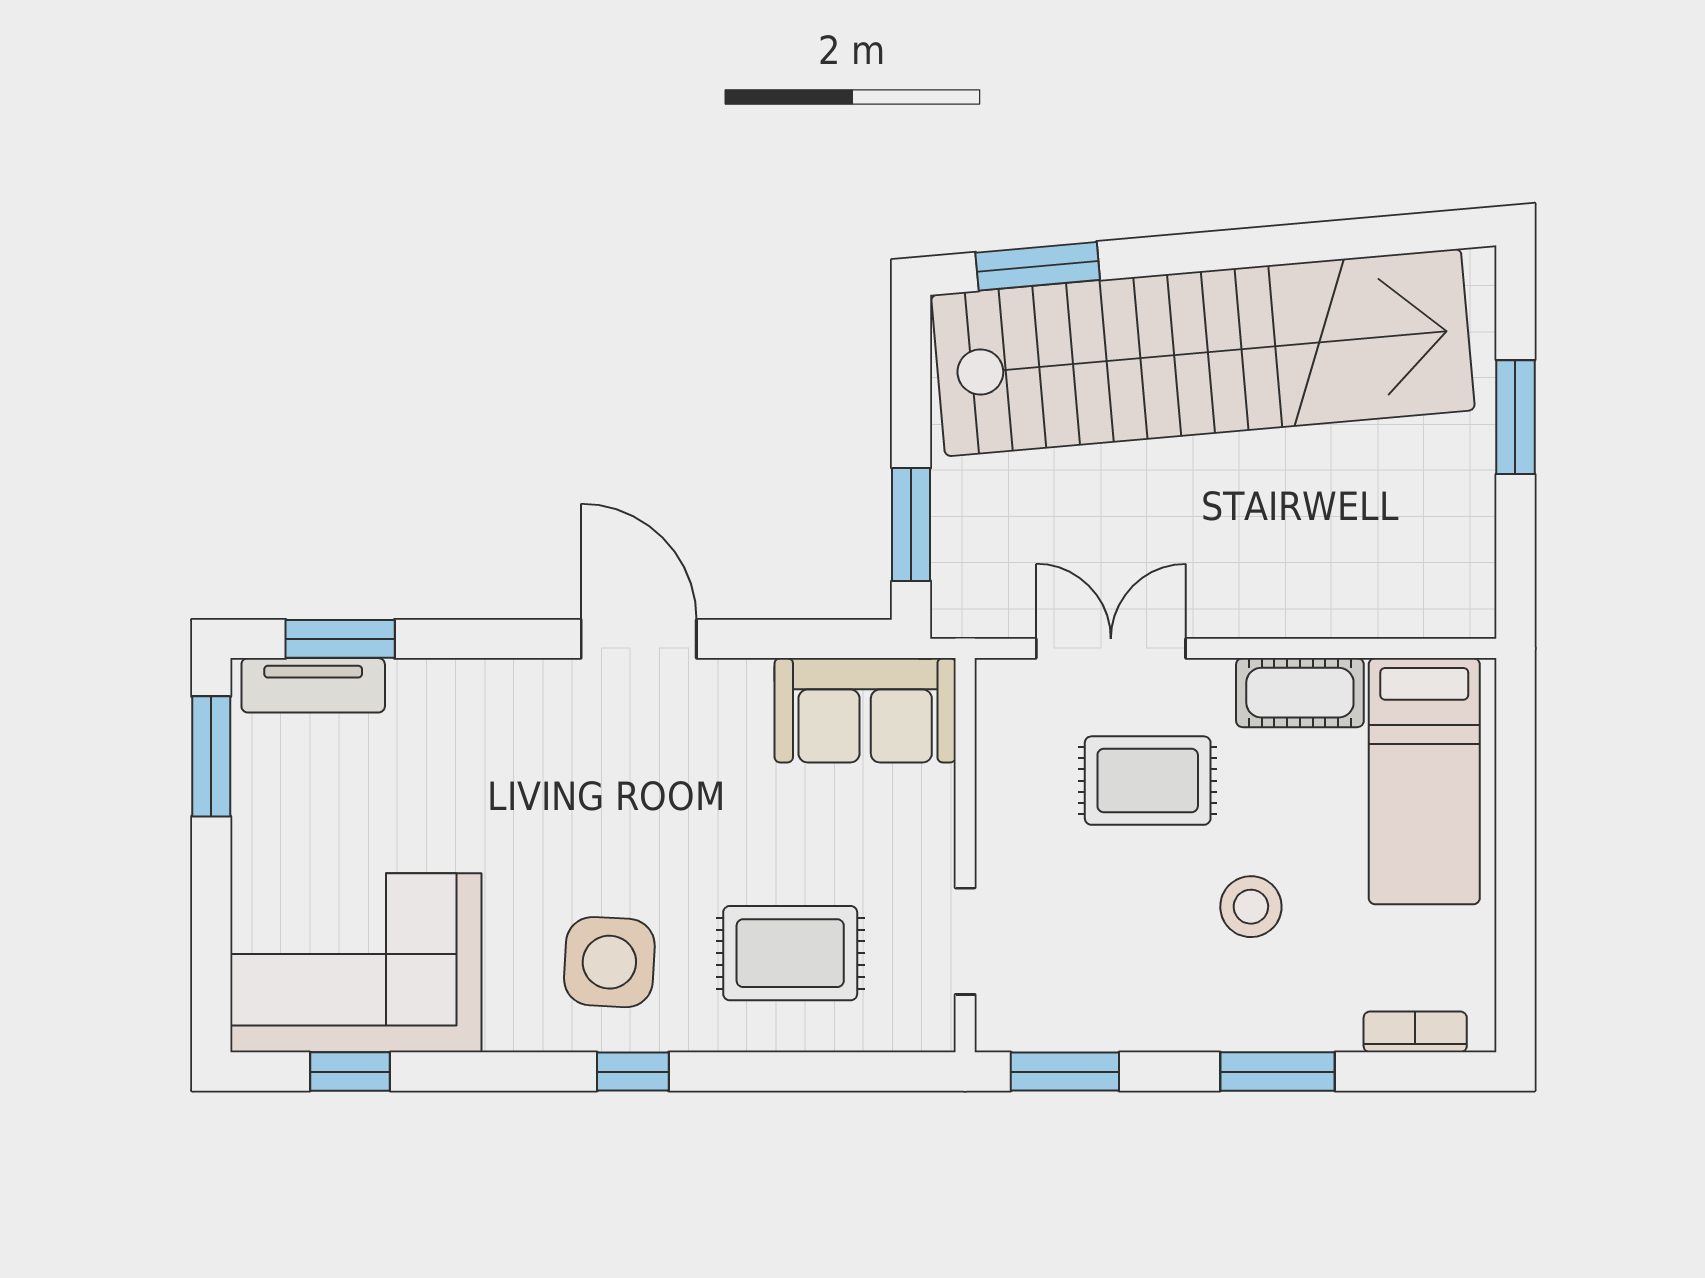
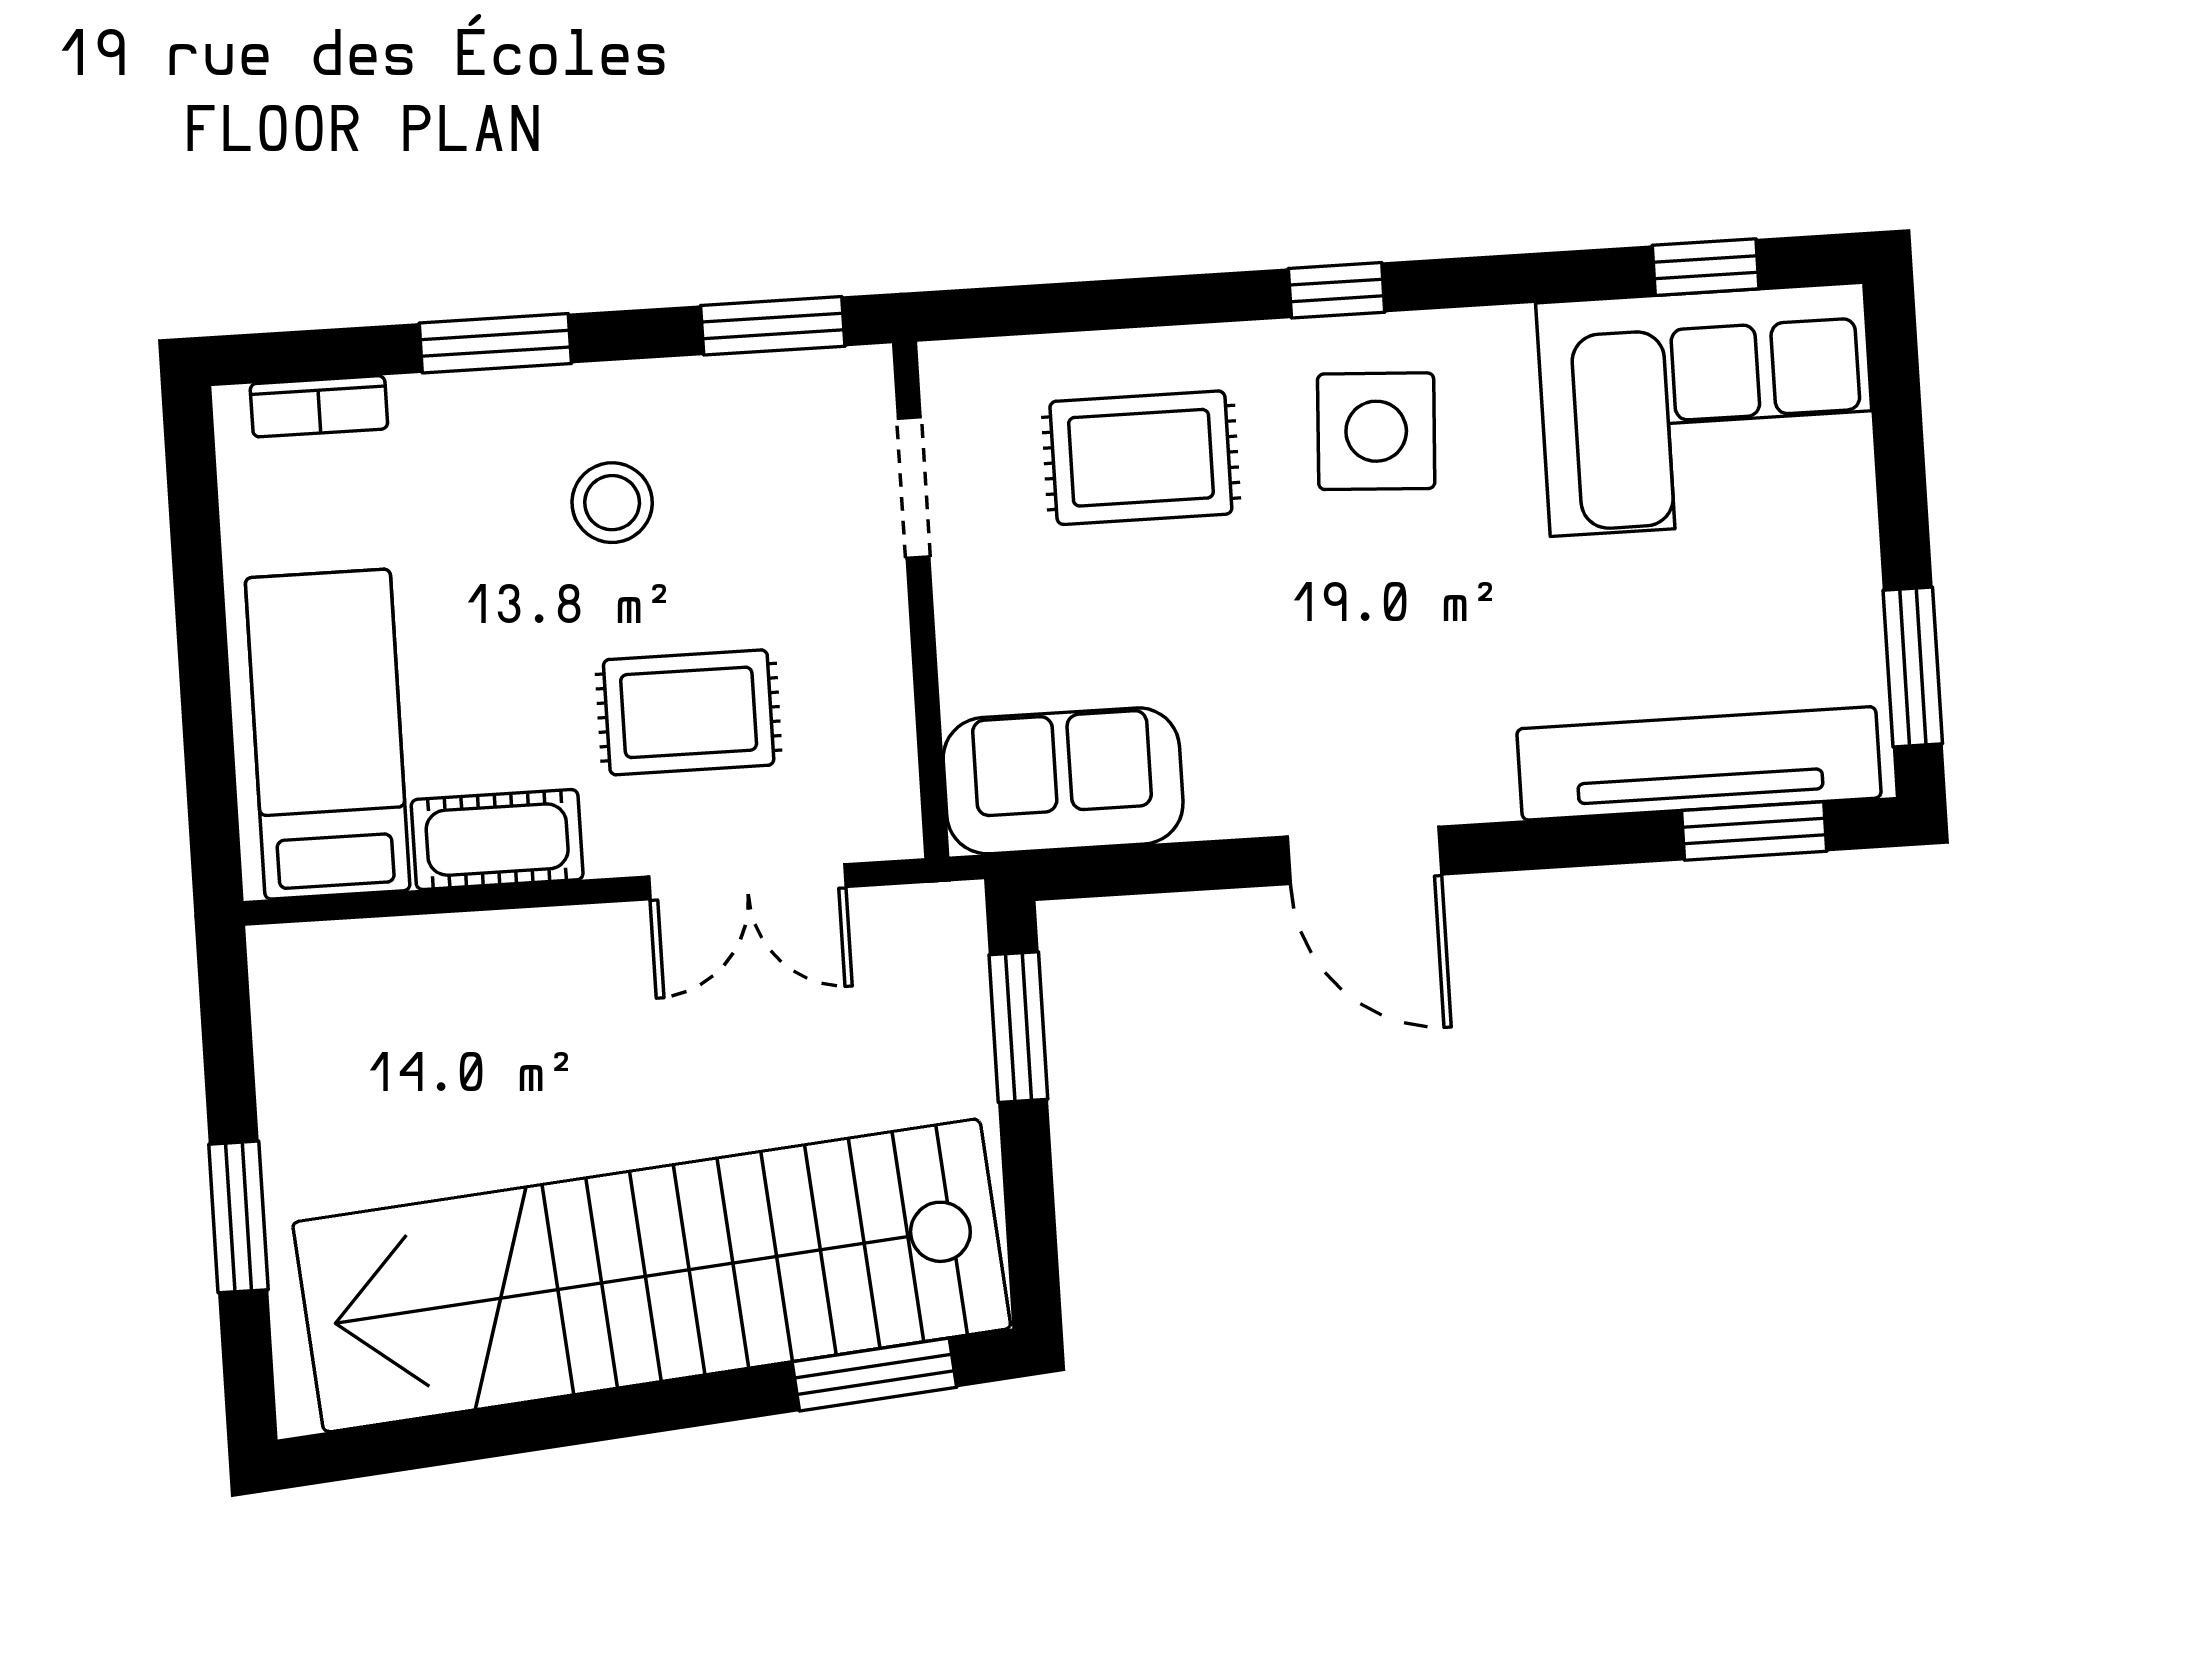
tv unit: (313, 685) -> (1699, 763), width x1.92, depth x1.29
stool: (1251, 907) -> (612, 503), moved

